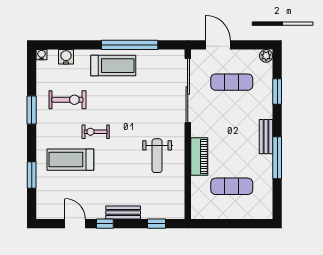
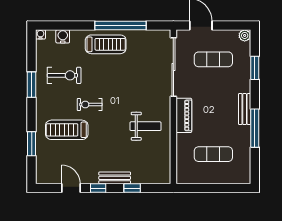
weight bench: (157, 156) -> (146, 126), turned -90
piano: (199, 156) -> (184, 115), moved
window: (157, 224) -> (132, 188), moved

